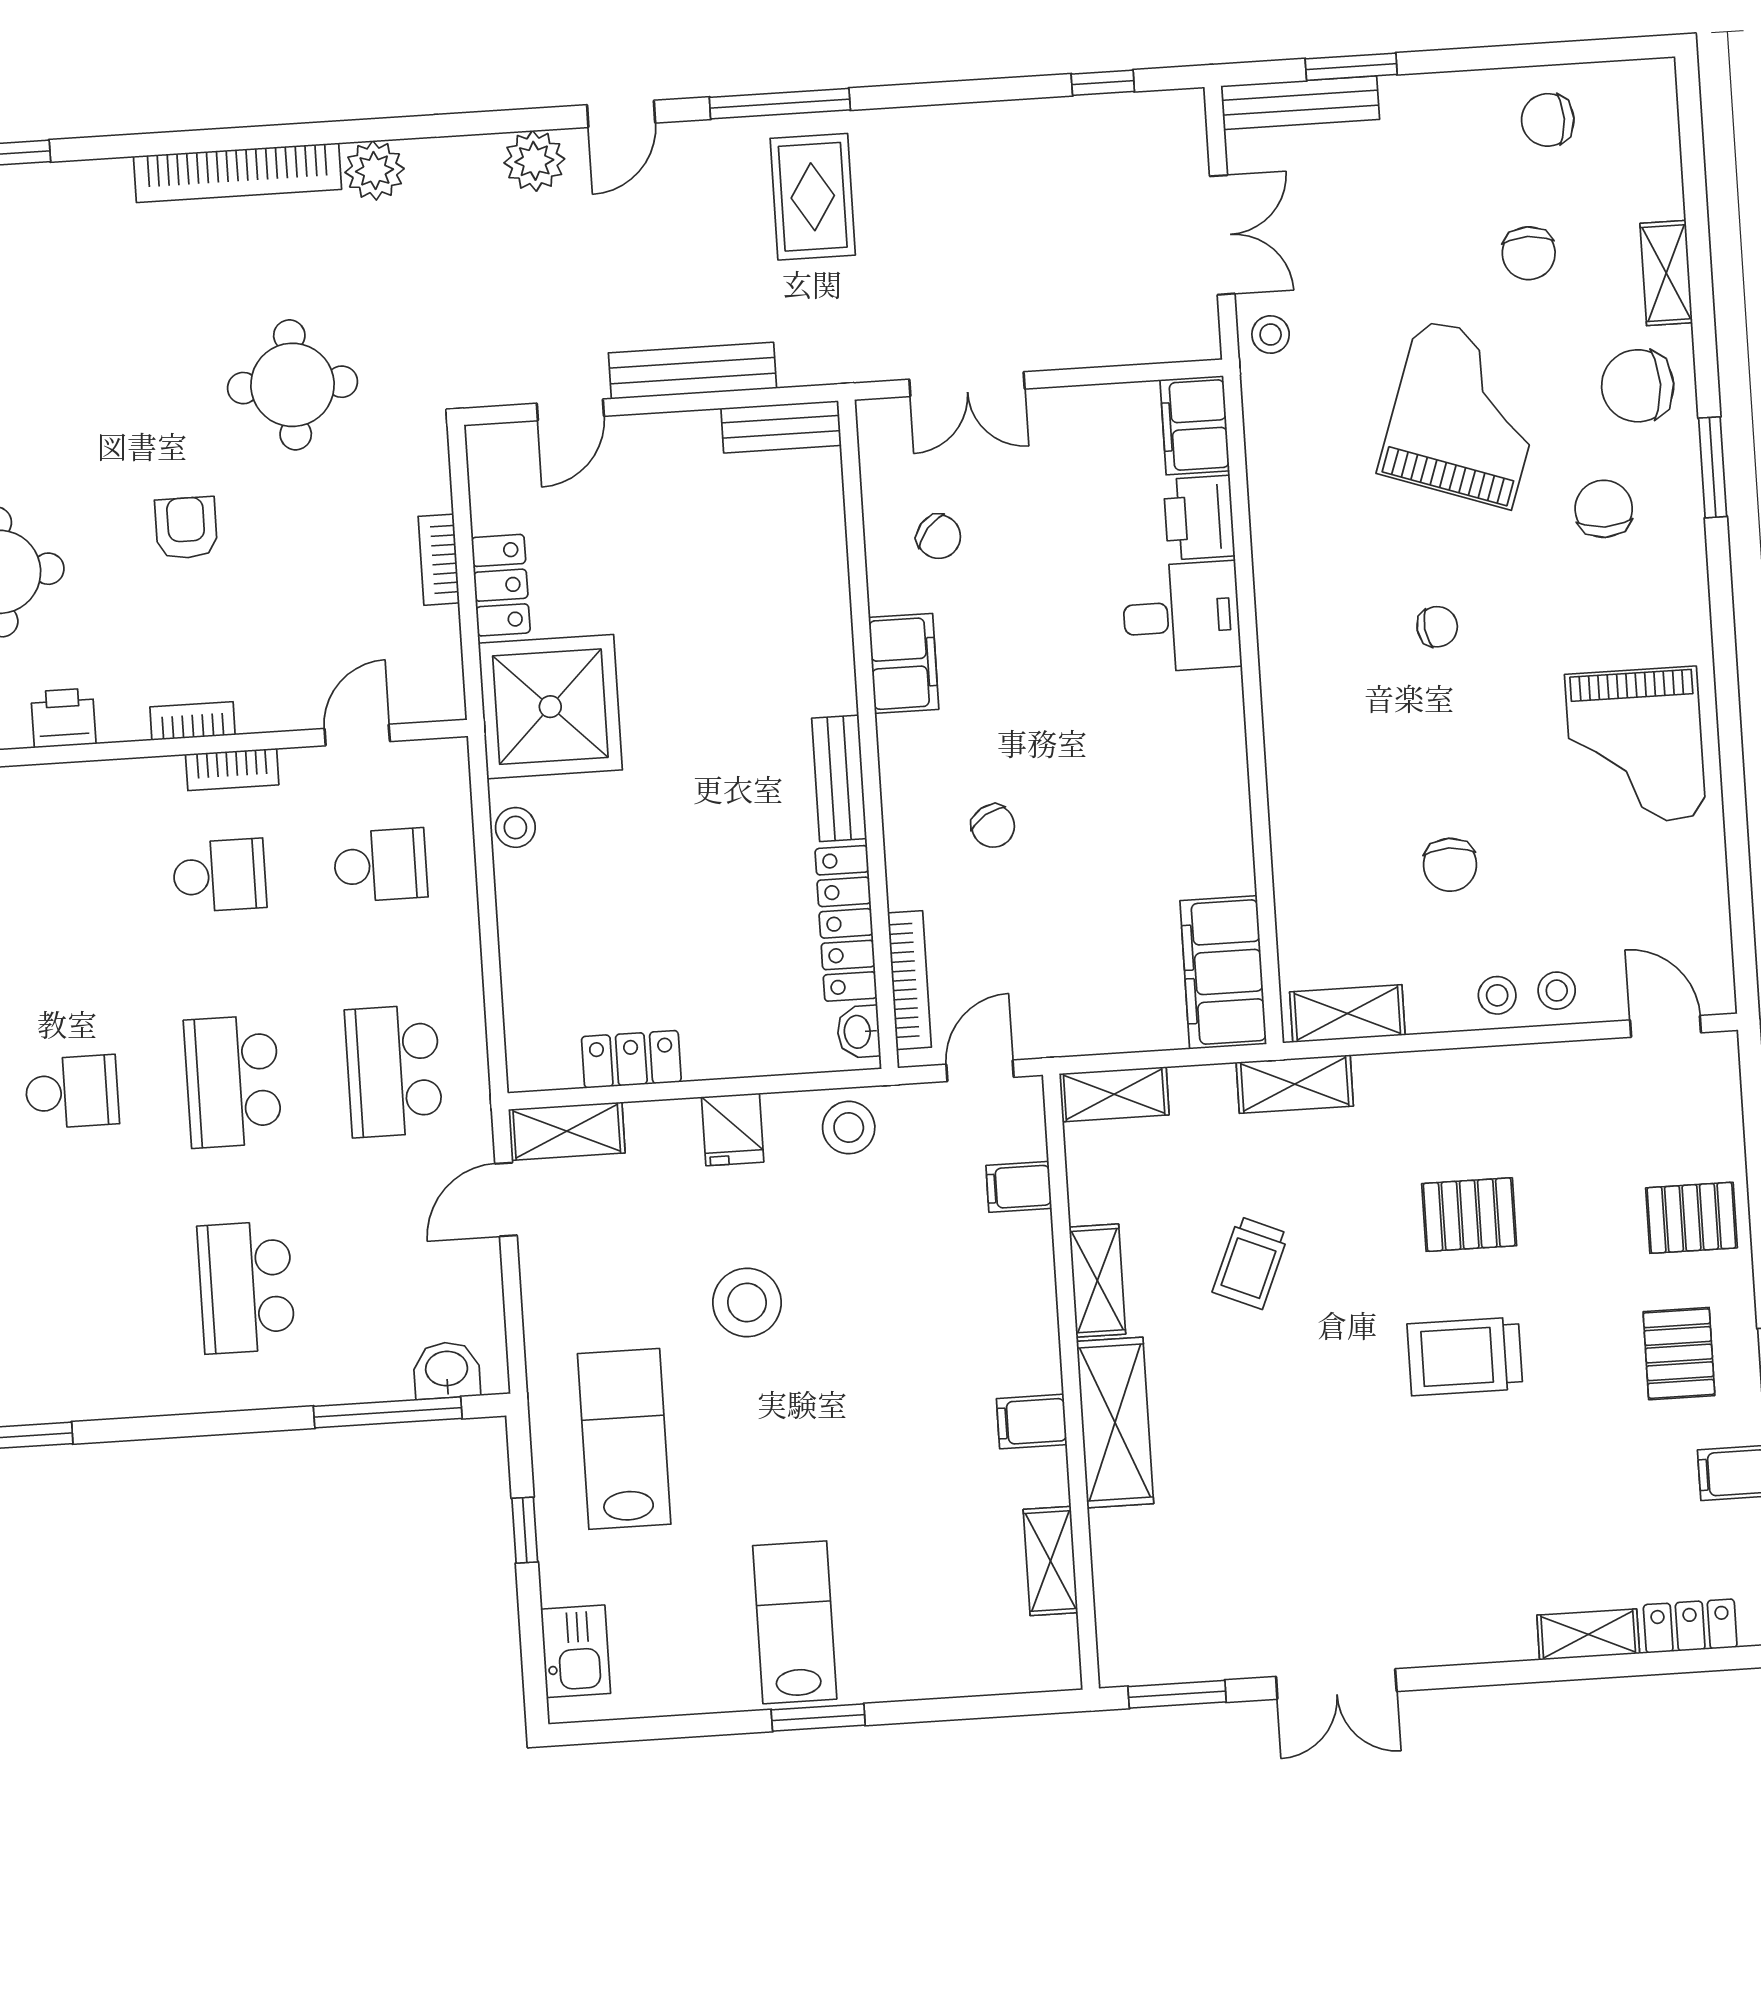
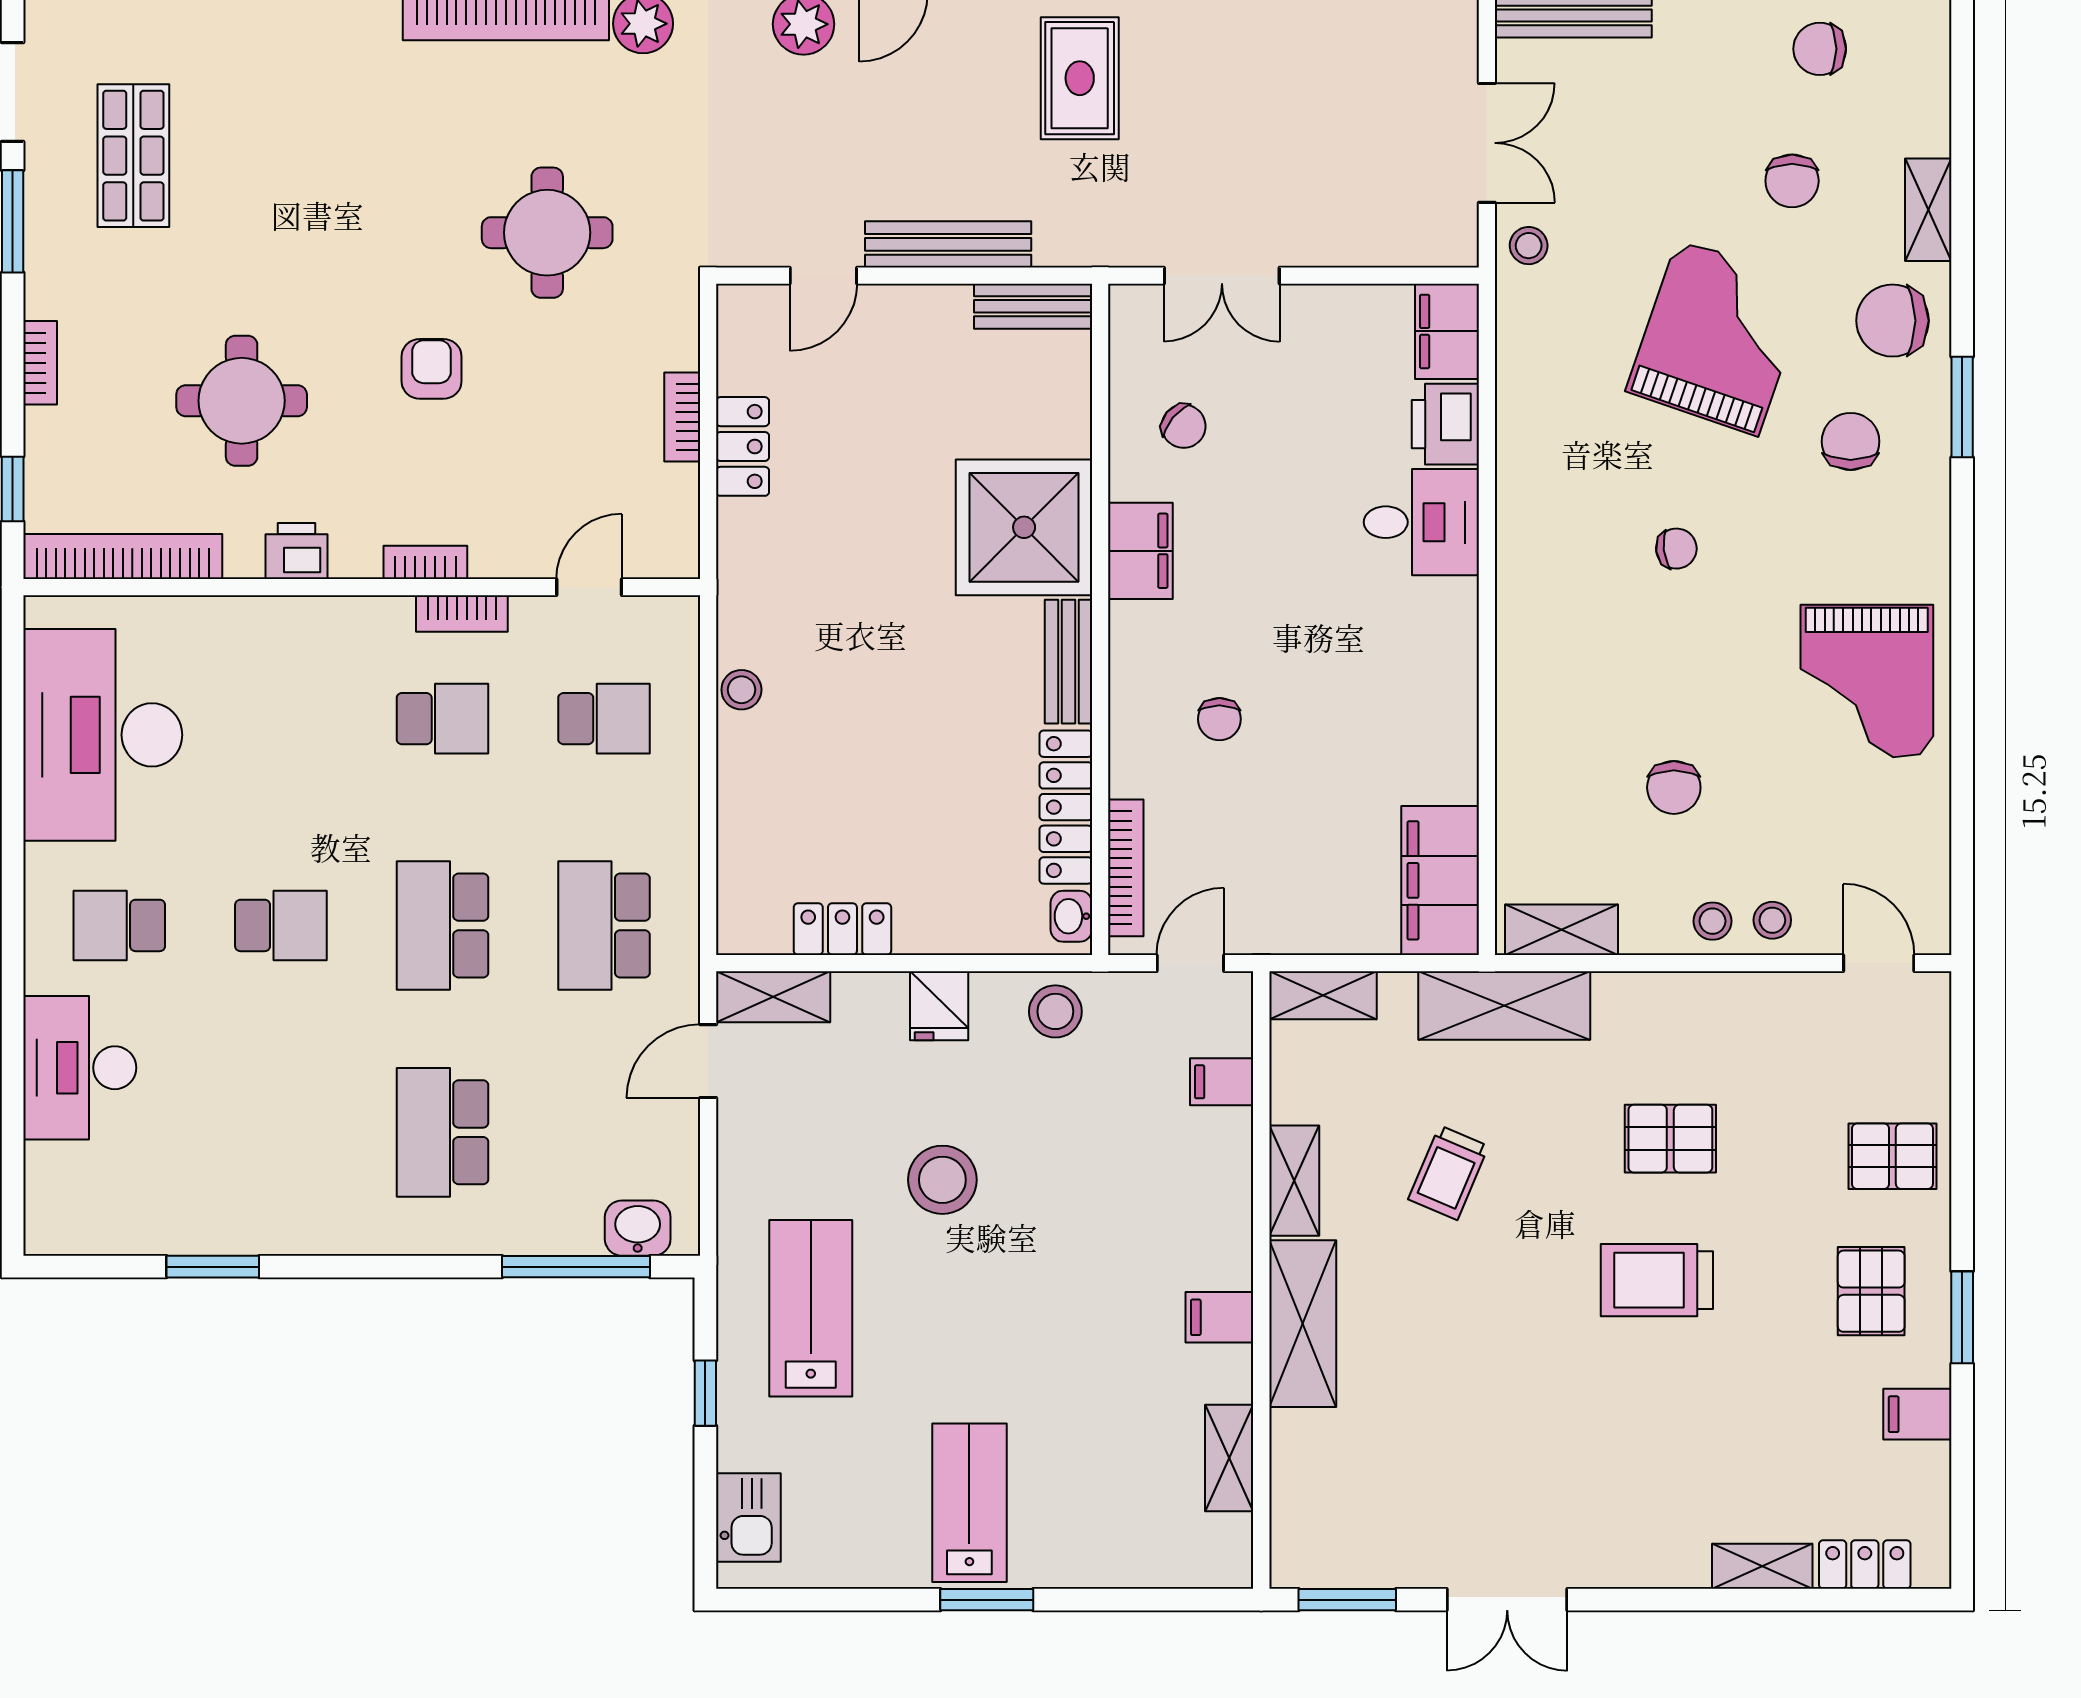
shower: (550, 707) -> (1024, 527), moved
chair: (993, 826) -> (1219, 719), turned 31
shelving: (1295, 1084) -> (1504, 1005), width x1.50, depth x1.33

